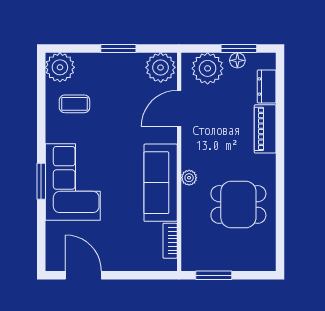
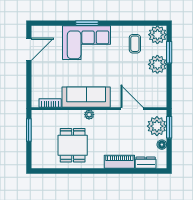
window: (118, 49) -> (169, 52), moved
window: (239, 49) -> (169, 127), moved
plant: (161, 67) -> (157, 64), moved

